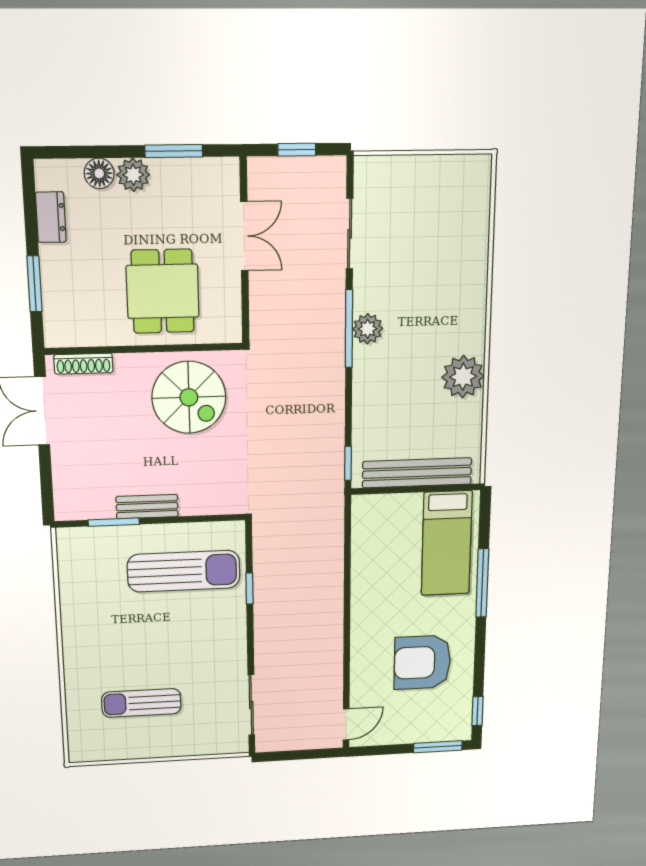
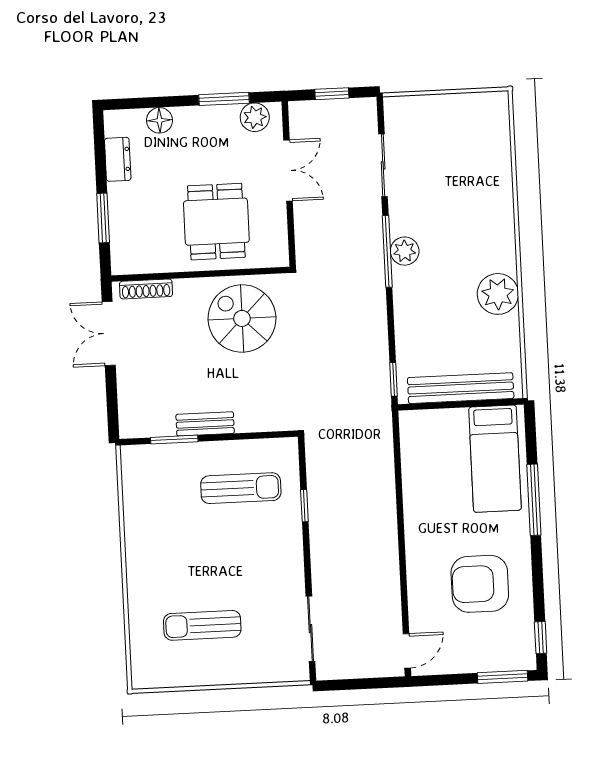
plant: (133, 175) -> (255, 117), moved
spiral stairs: (189, 397) -> (242, 318), turned 180
sun lounger: (184, 571) -> (241, 488), width x0.73, depth x0.75

